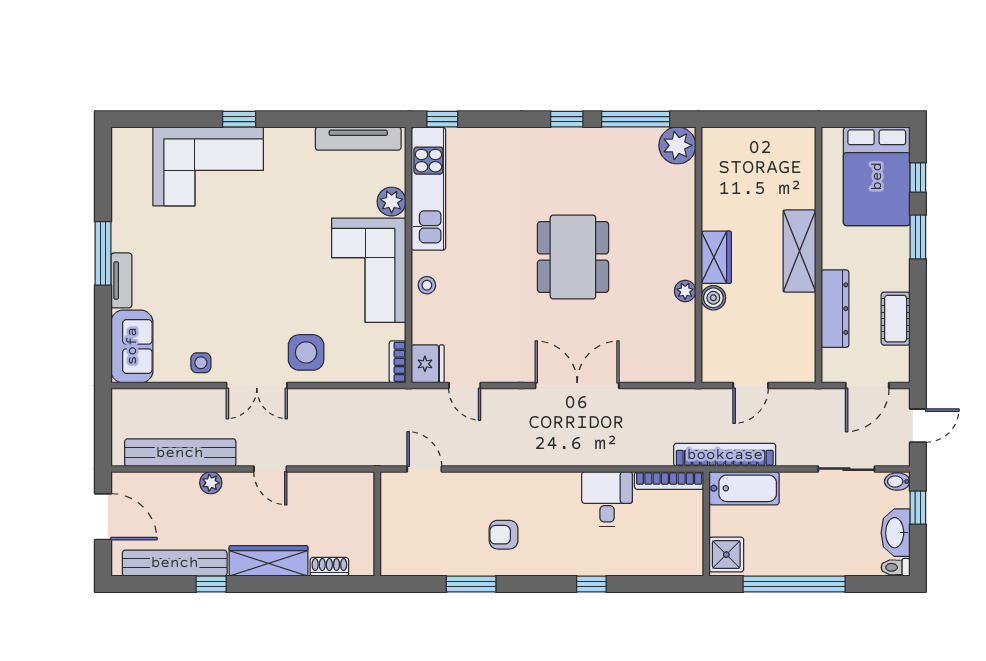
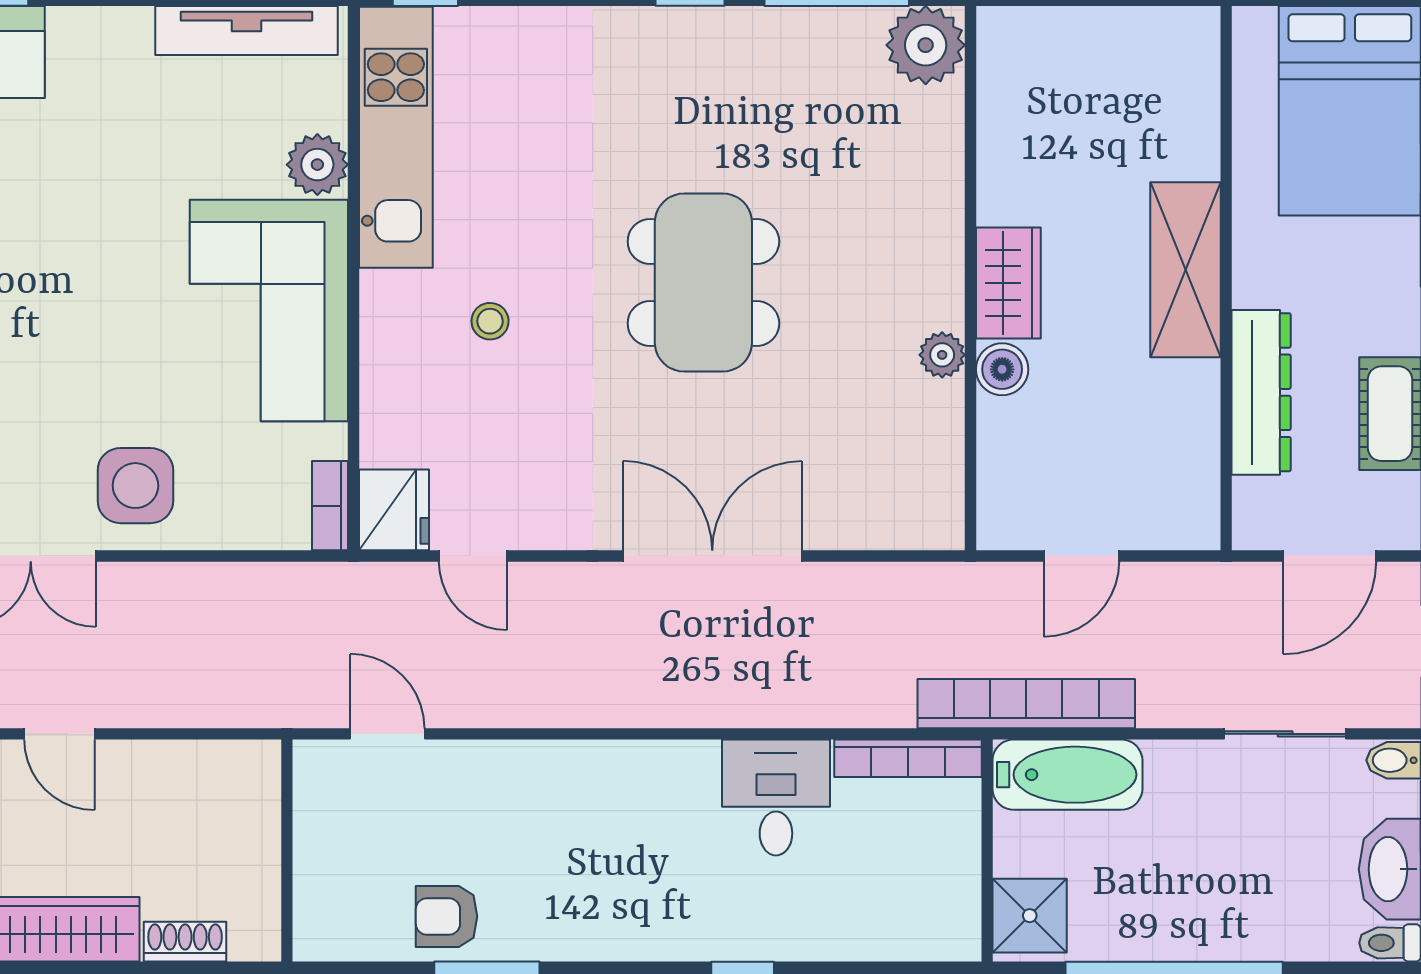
stool: (427, 285) -> (490, 321), moved
armchair: (504, 535) -> (446, 916), moved

